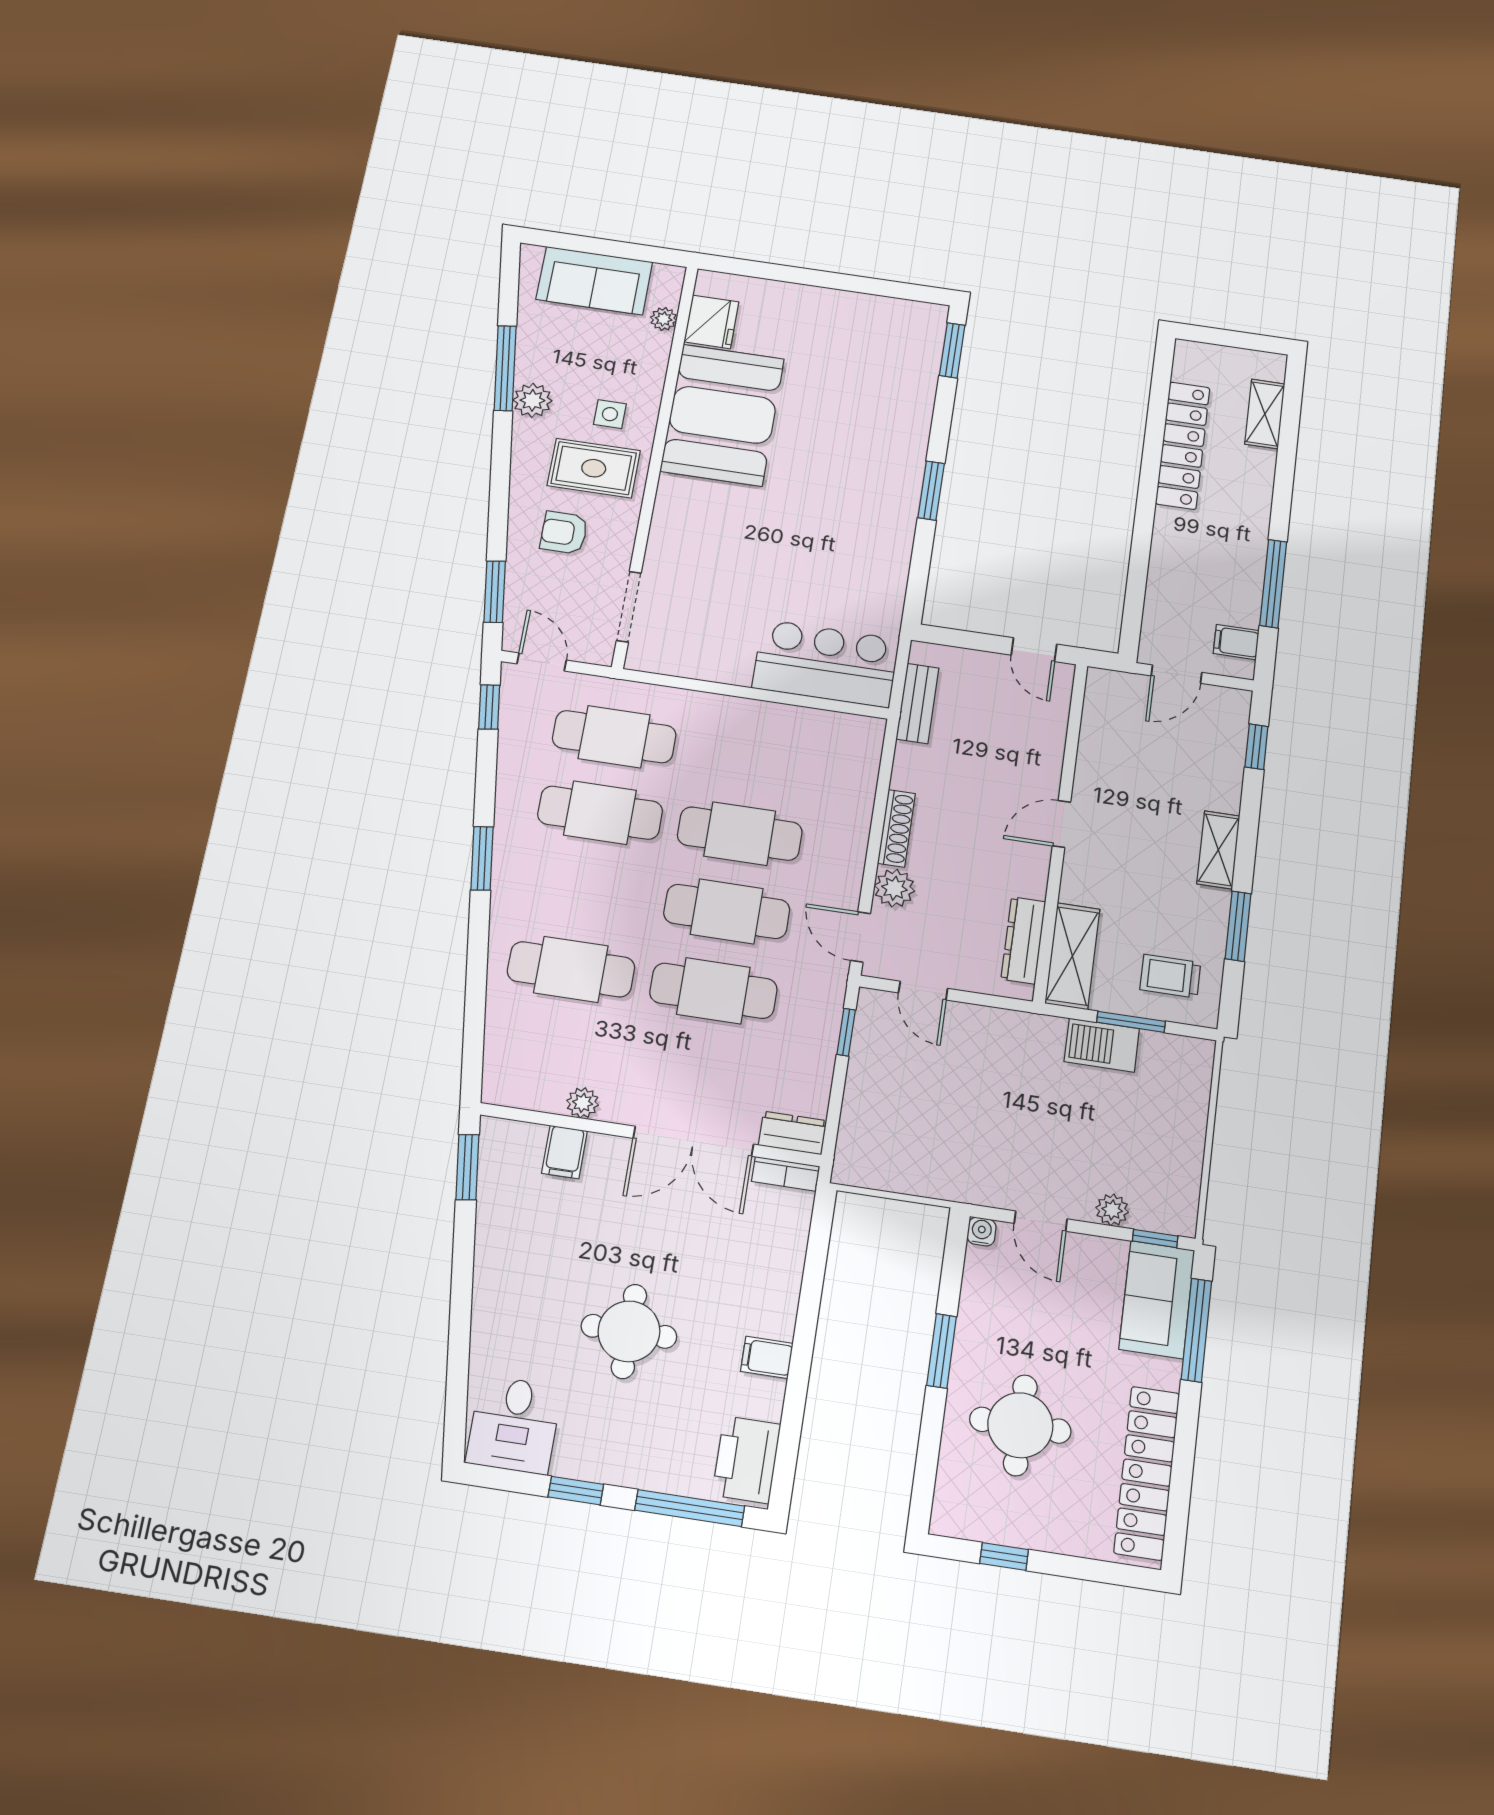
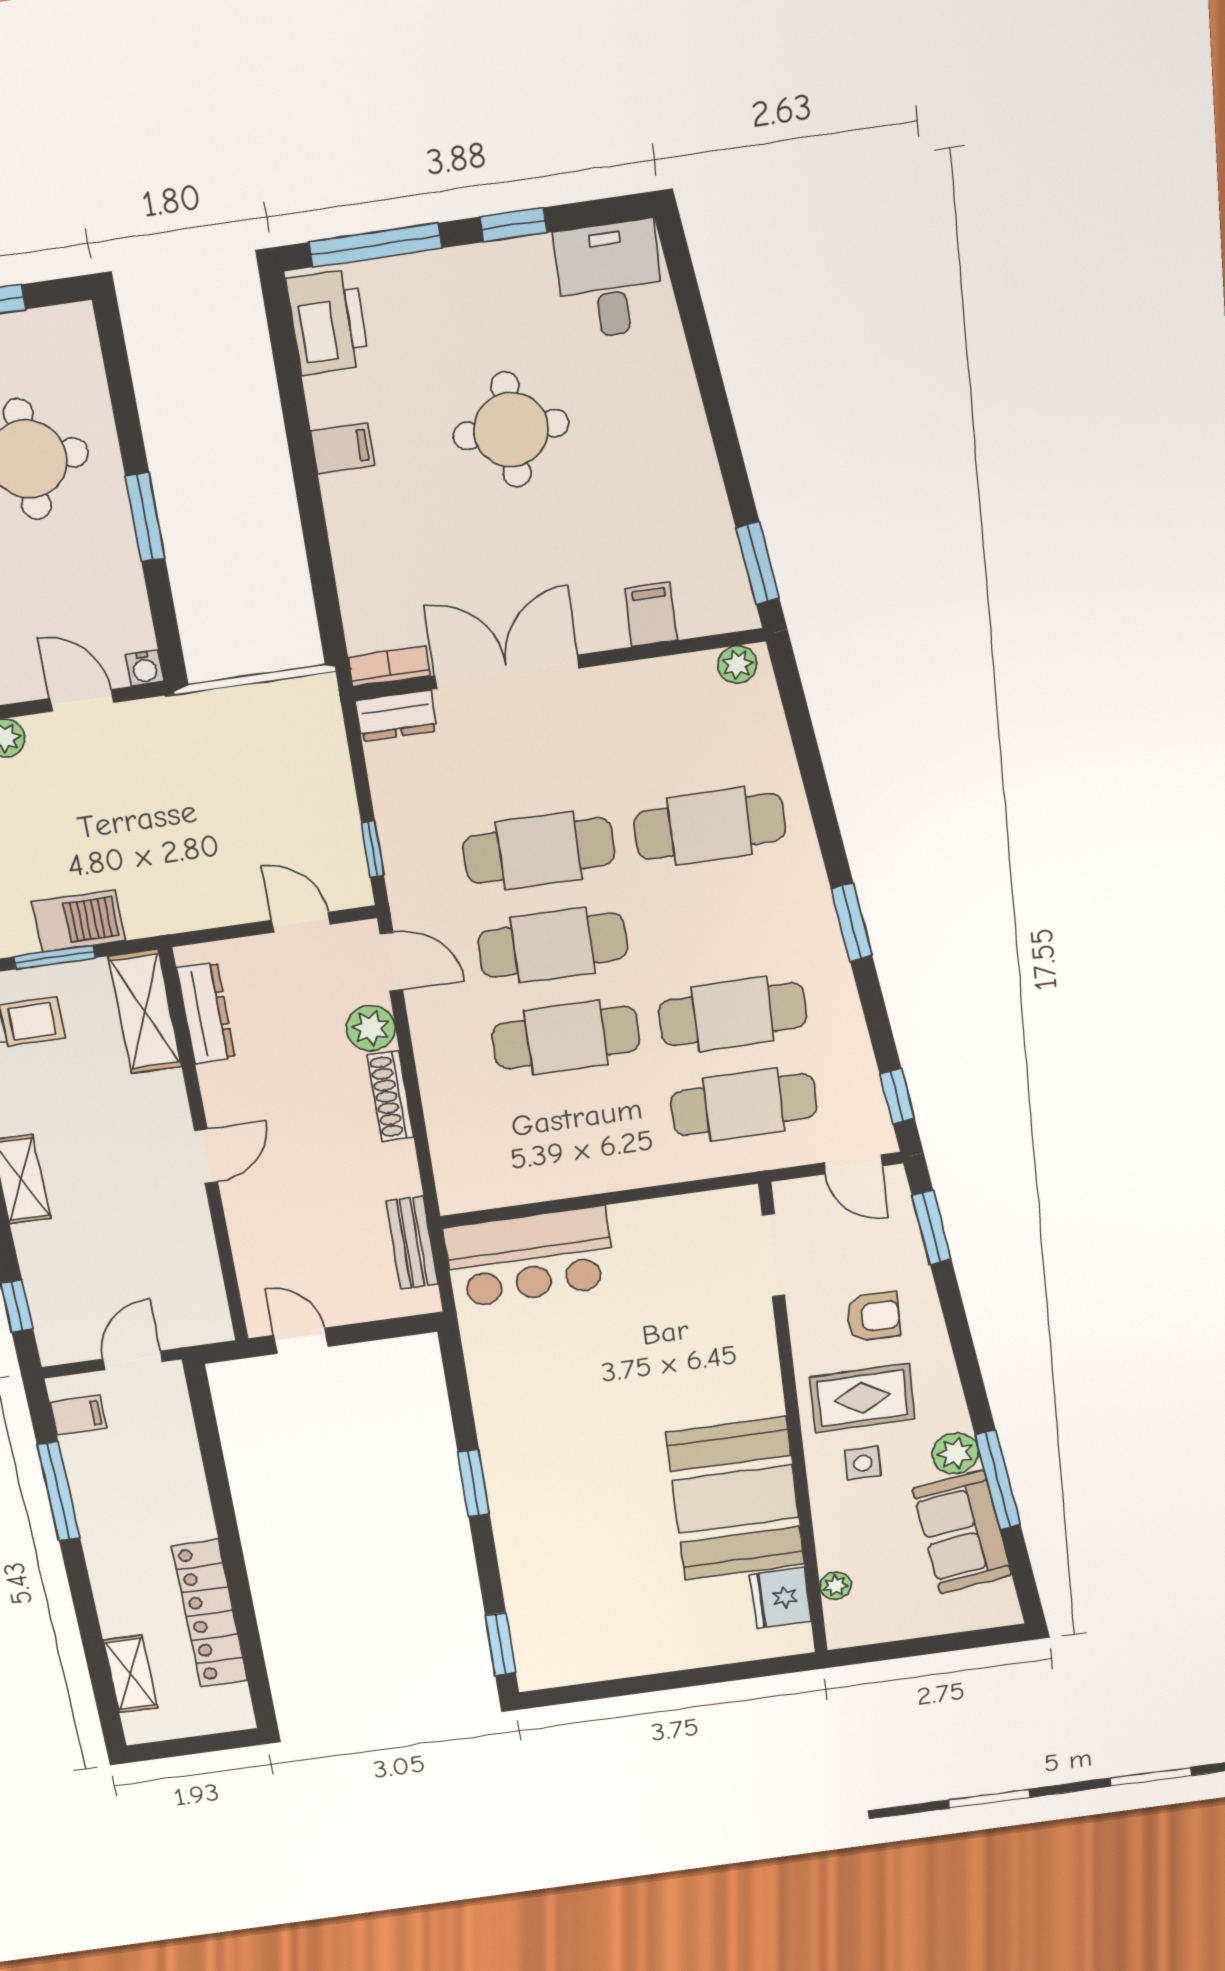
sofa: (594, 281) -> (962, 1532), moved, turned -98
plant: (583, 1103) -> (737, 665), moved

